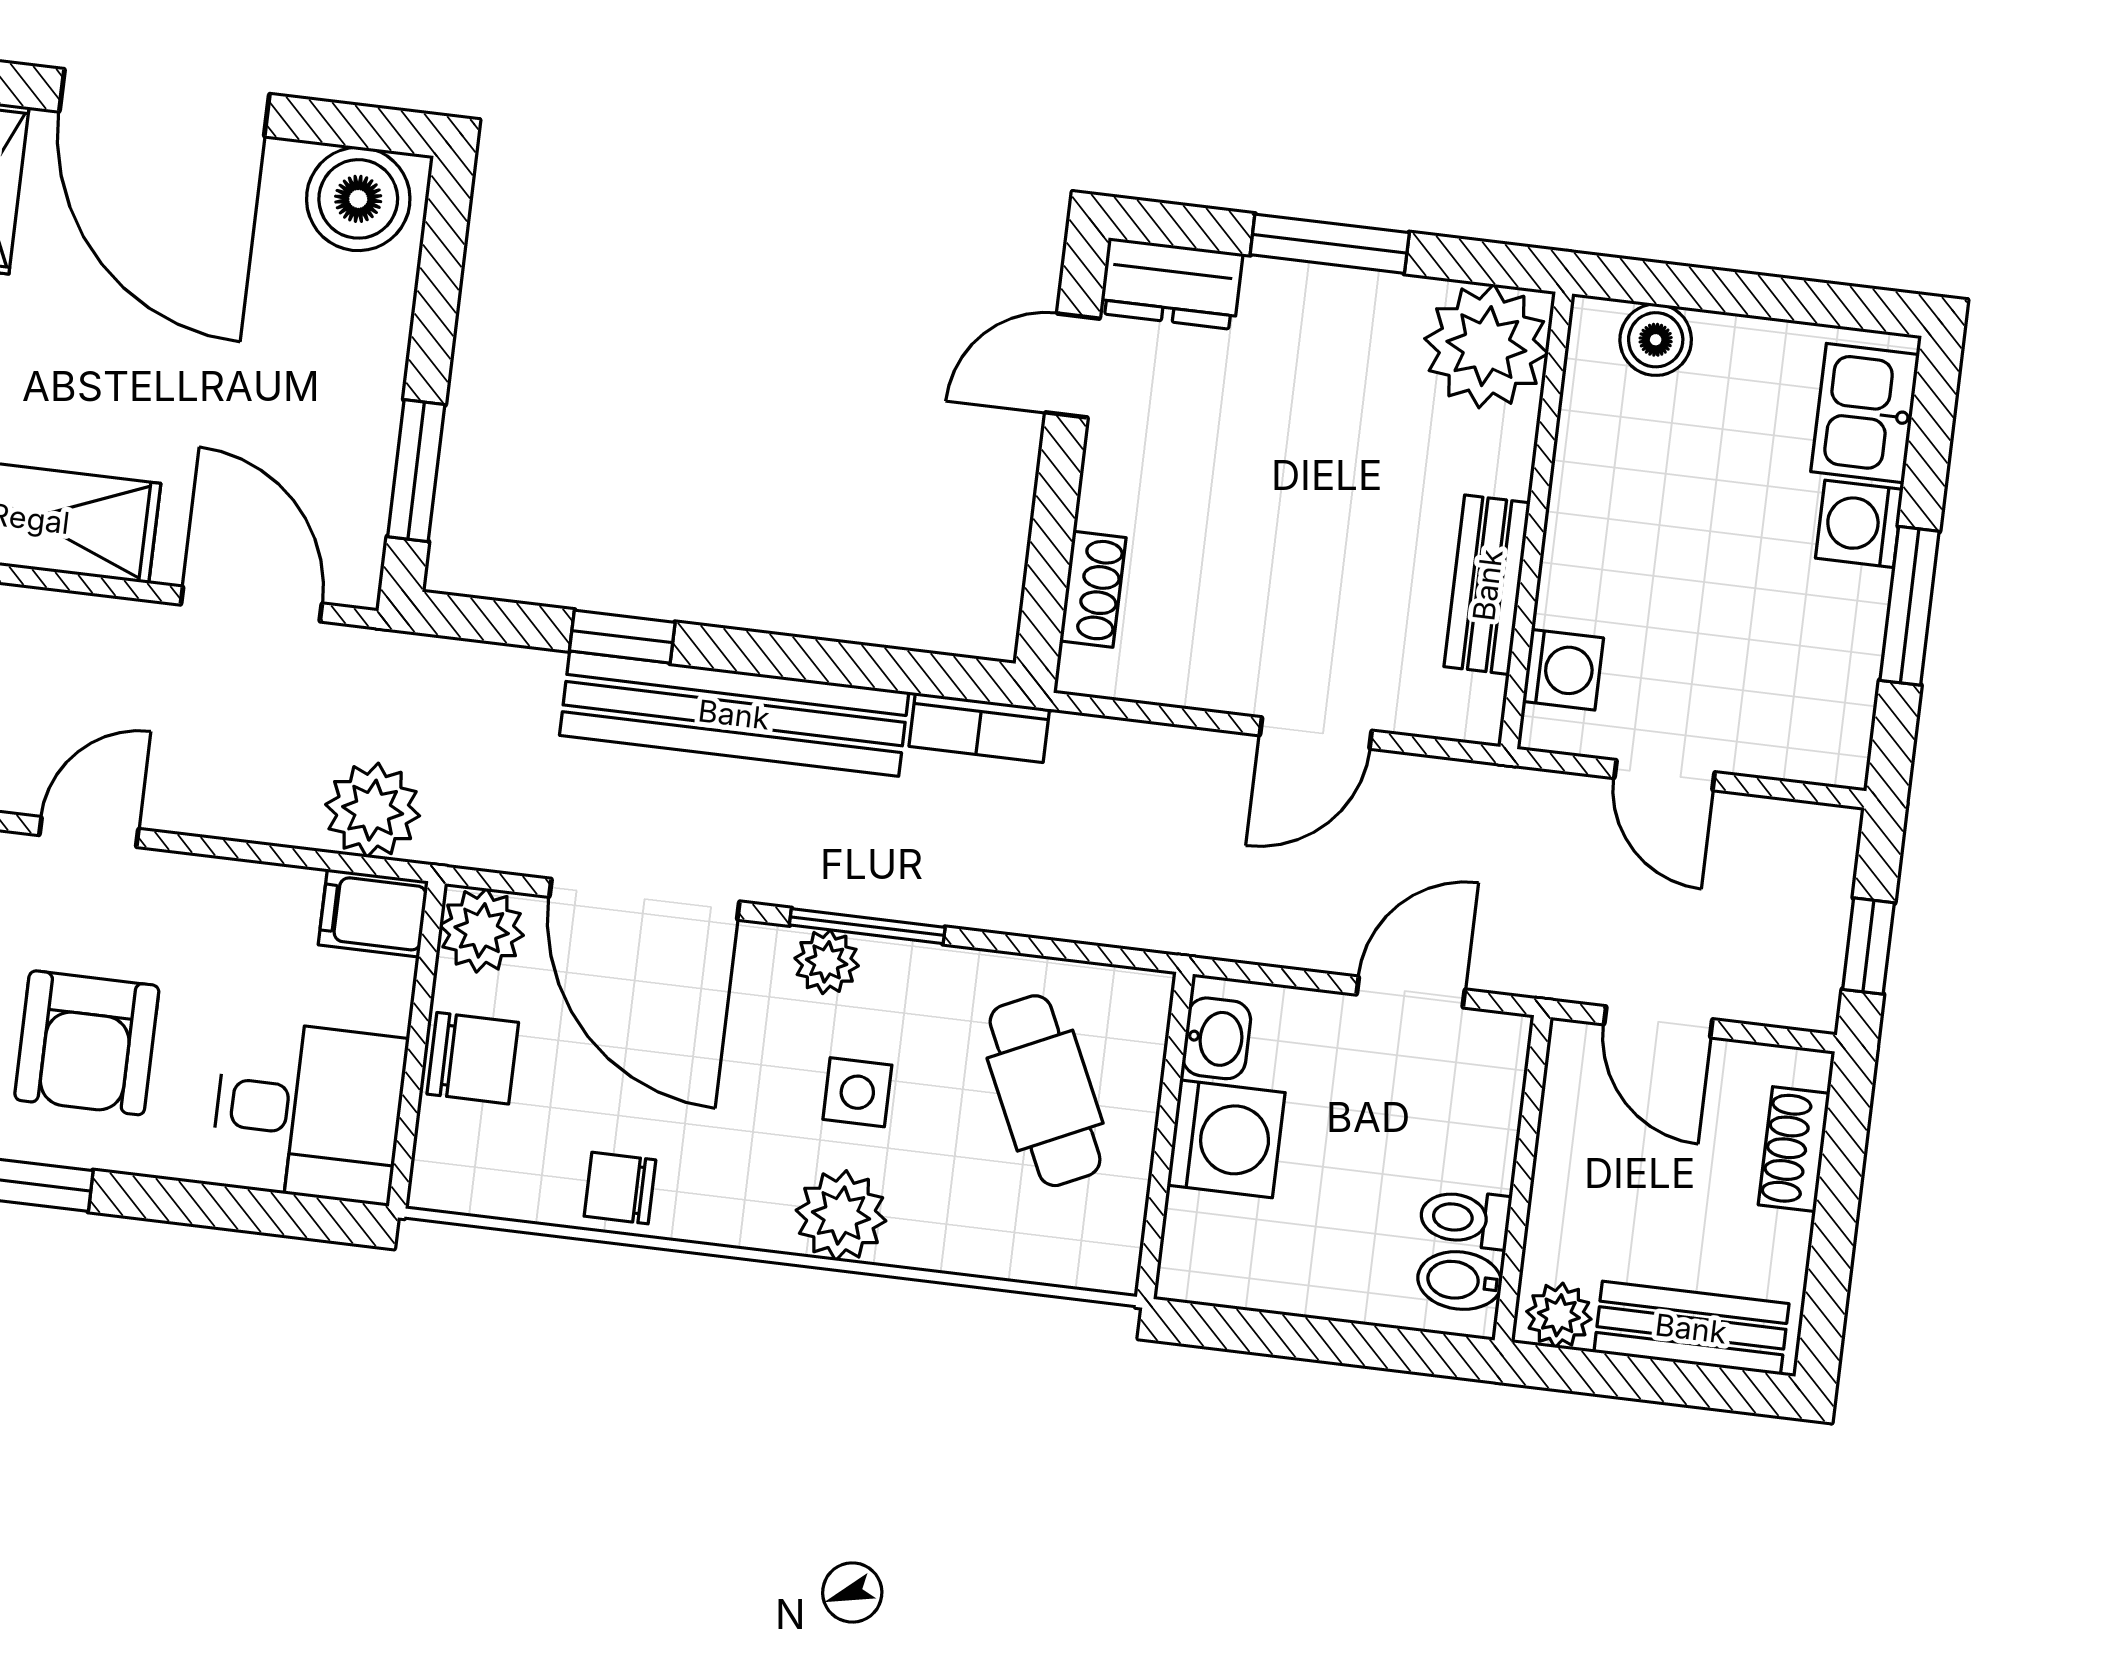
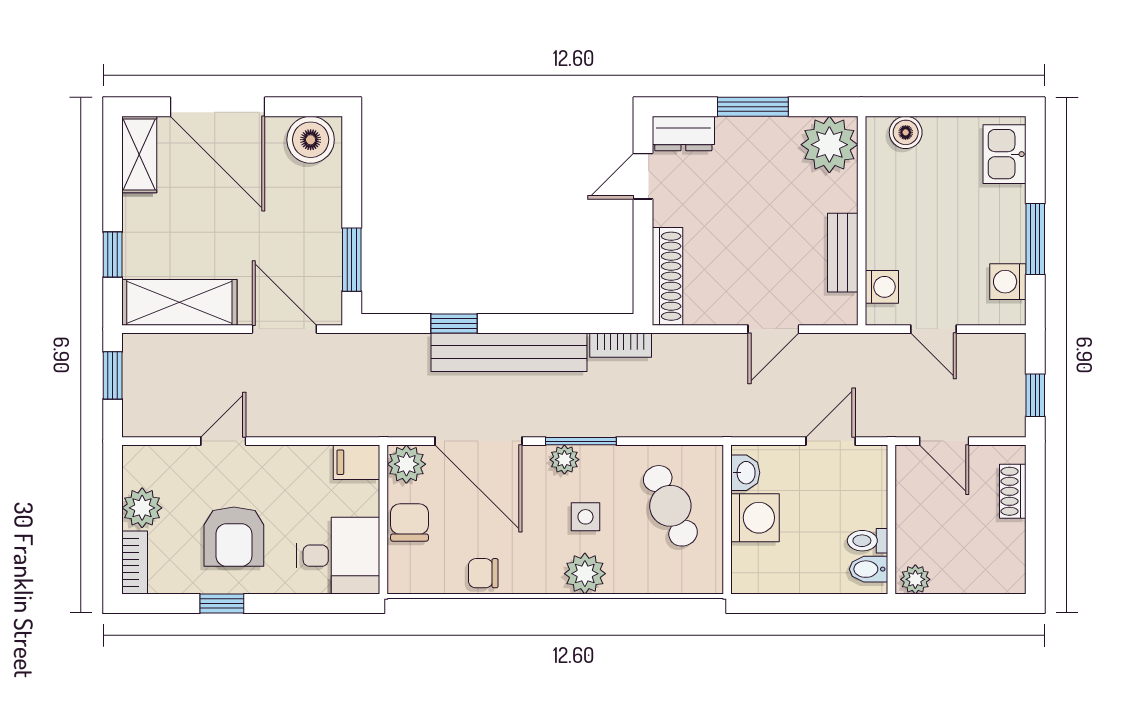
washing machine: (1859, 524) -> (1008, 282), moved
shoe rack: (1093, 589) -> (667, 276), width x1.94, depth x1.24
plant: (373, 810) -> (351, 416), removed
chair: (473, 1058) -> (410, 522), turned -90
bench: (1691, 1328) -> (976, 578), removed

